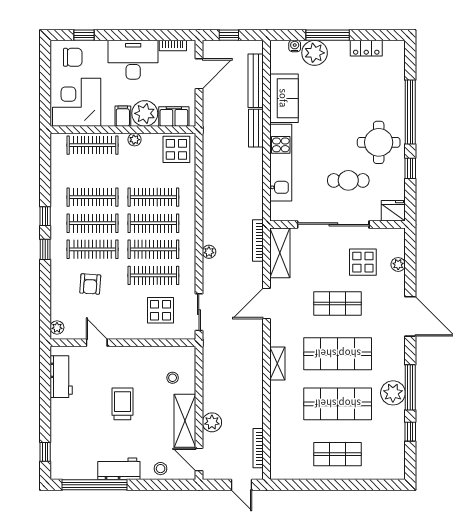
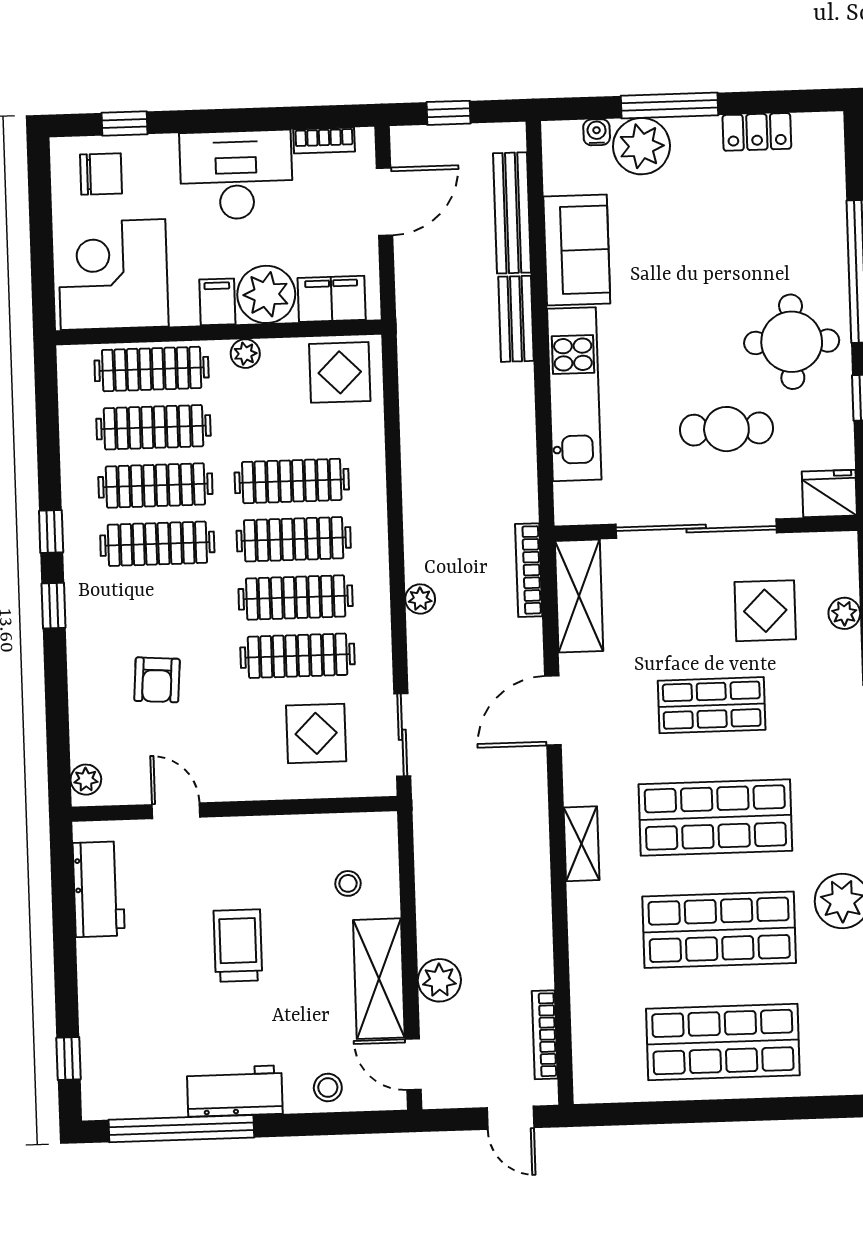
clothes rail: (92, 249) -> (154, 427), moved
shop shelf: (338, 454) -> (723, 1042), width x1.43, depth x1.36

